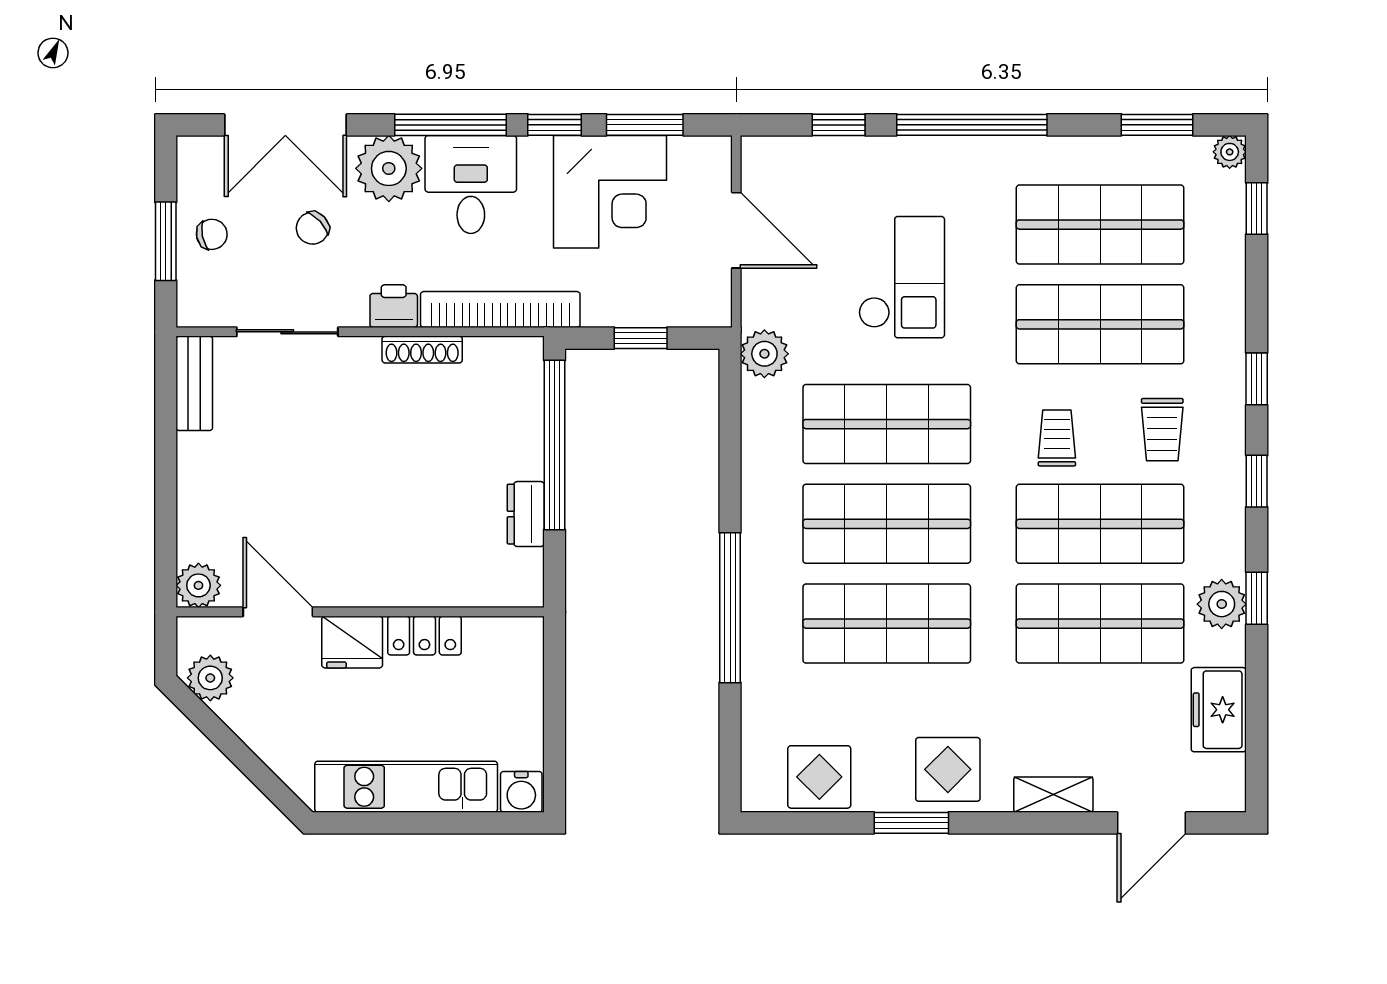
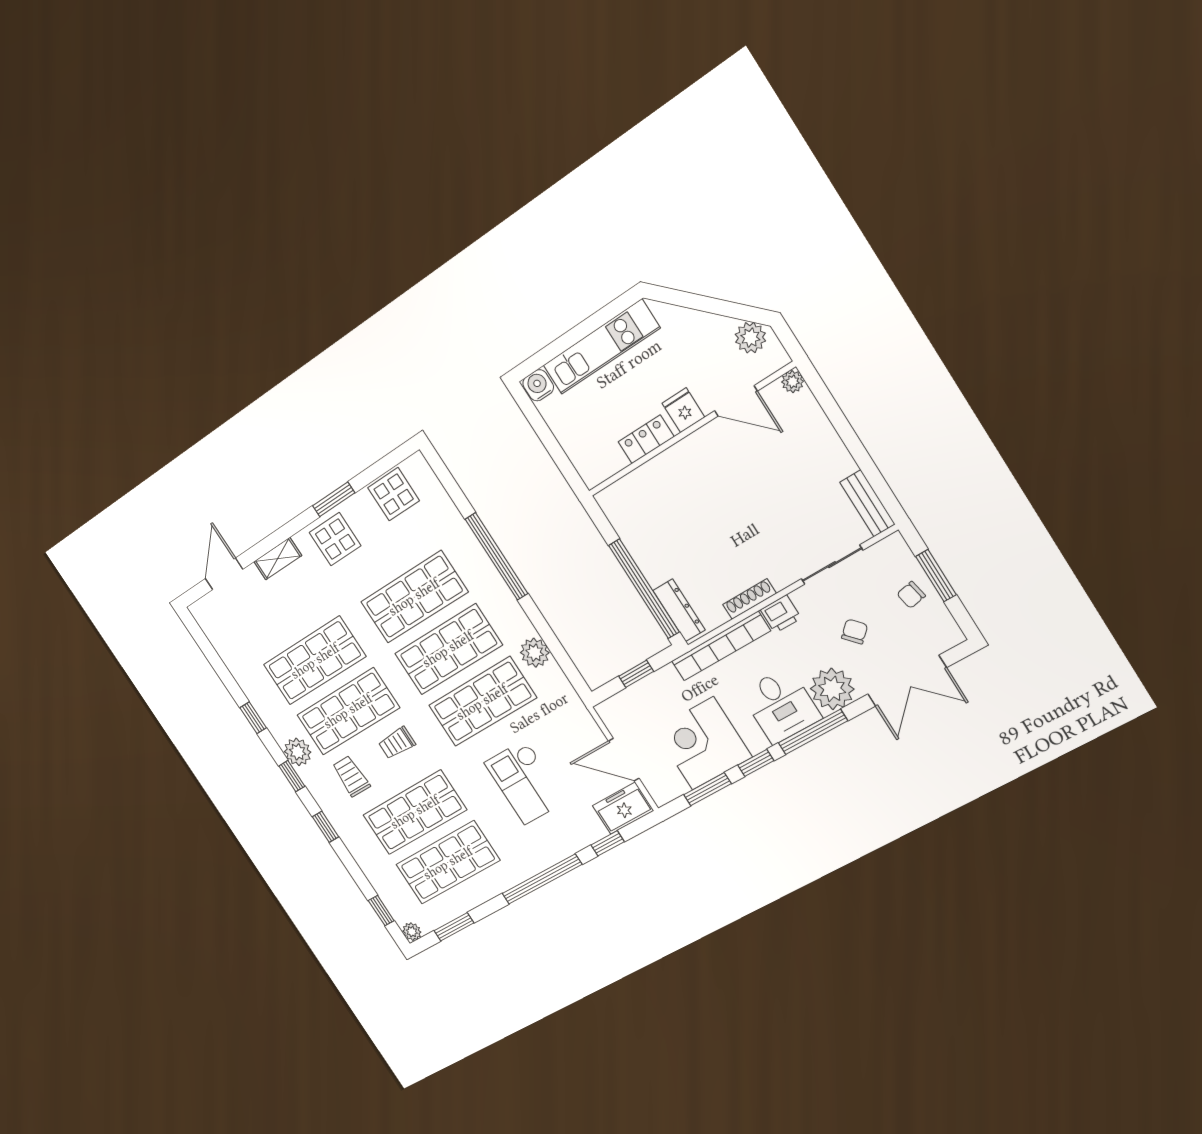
double door: (285, 125) -> (907, 681), swing flipped
plant: (764, 354) -> (535, 653), moved
trolley: (1057, 438) -> (397, 743), turned 90
dresser: (526, 514) -> (679, 610), moved, width x1.44
plant: (198, 585) -> (793, 382), width x0.73, depth x0.73
plant: (1222, 604) -> (298, 752), moved
fridge: (352, 642) -> (683, 410), width x0.72
freezer: (1219, 710) -> (623, 808), moved, turned -90

